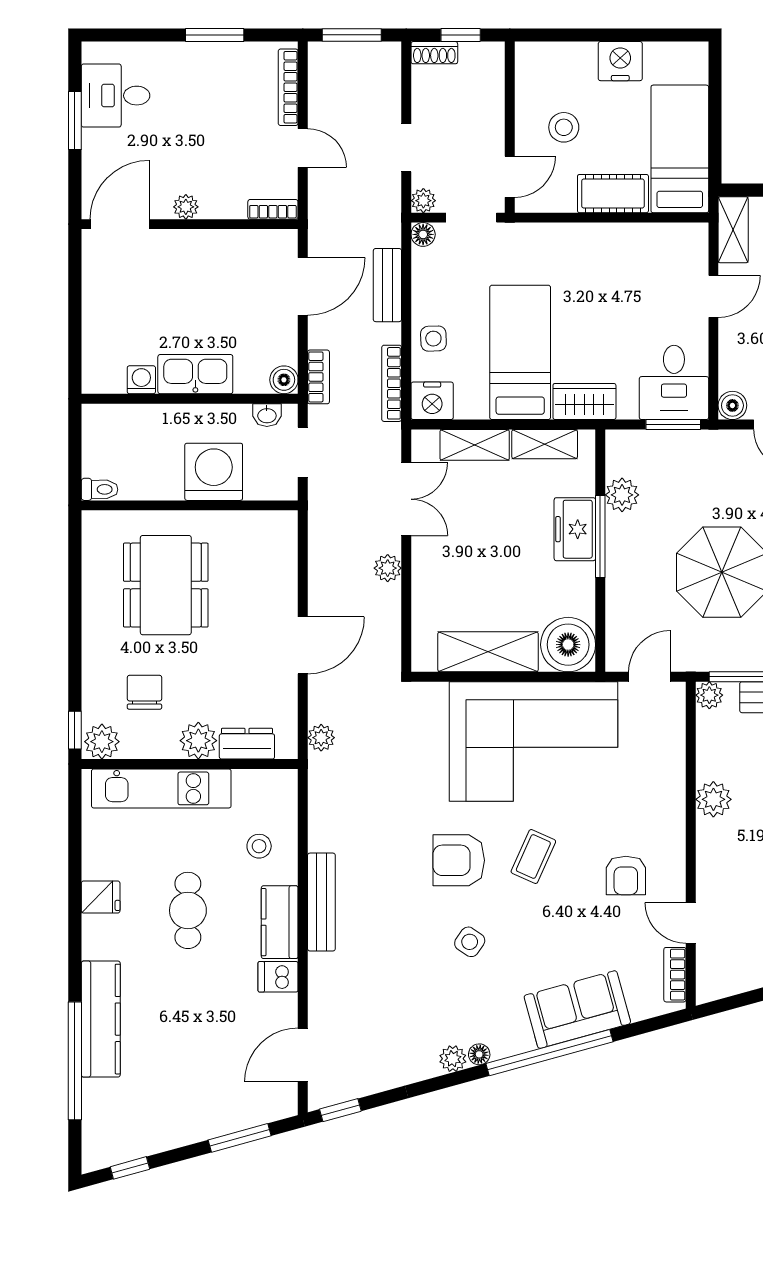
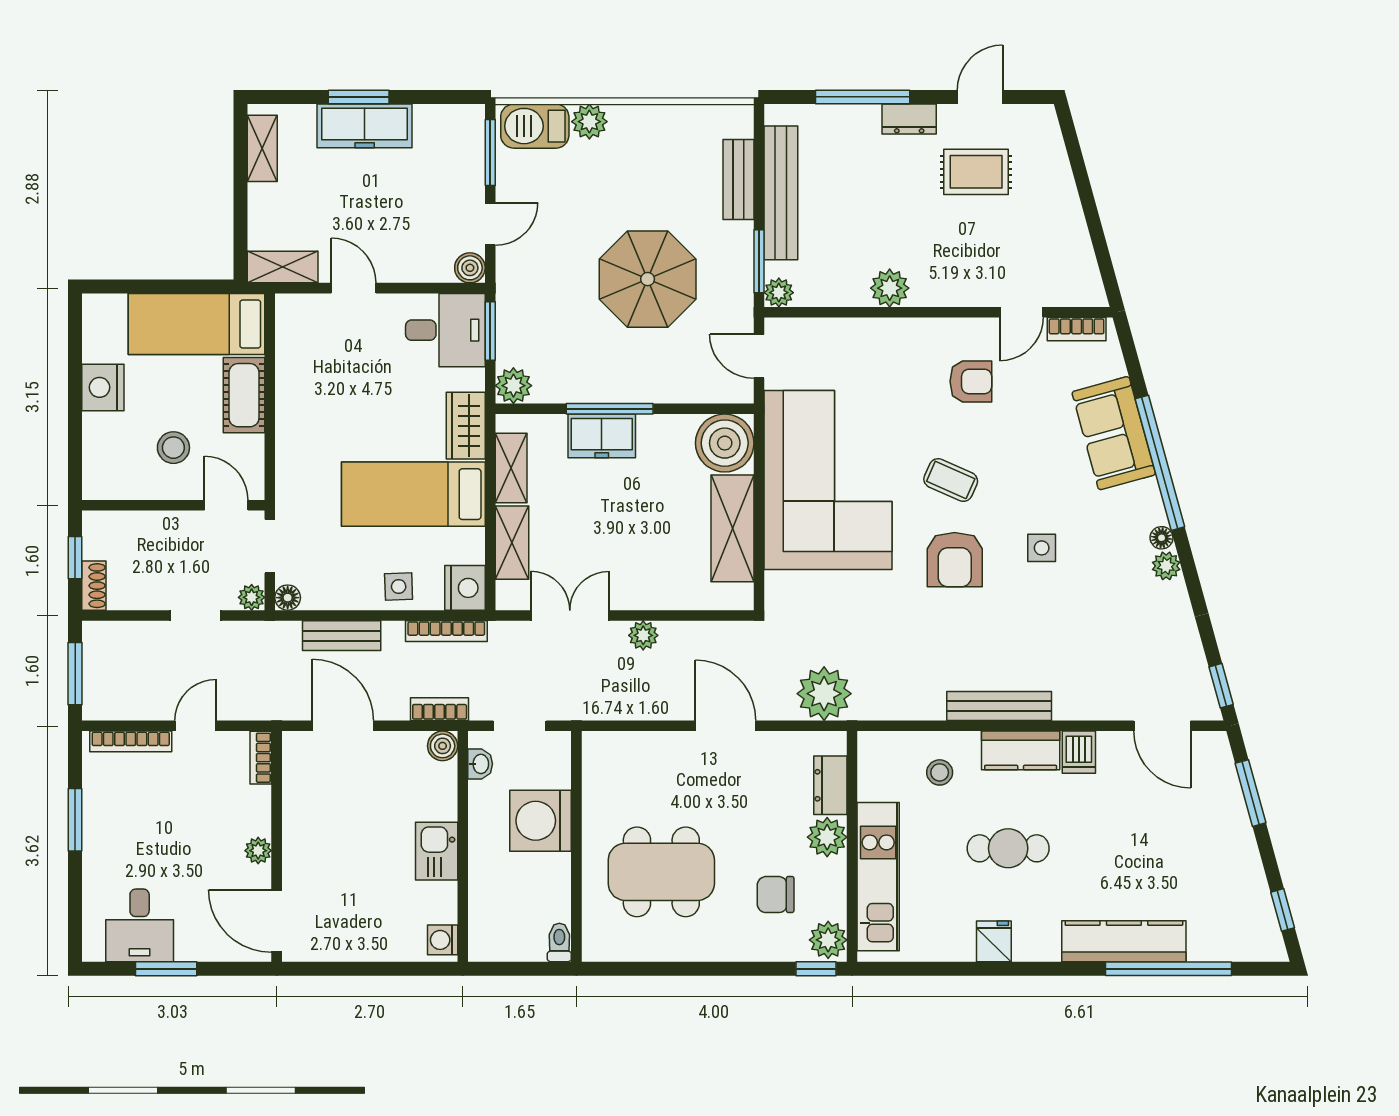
kitchen sink: (195, 374) -> (437, 851), width x0.73
washing machine: (141, 380) -> (443, 940), moved
plant: (622, 495) -> (513, 386), moved
plant: (321, 738) -> (824, 694), width x1.88, depth x1.88
side table: (470, 942) -> (1042, 548), turned -34

